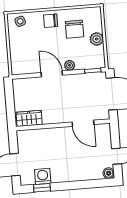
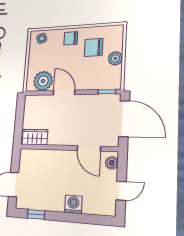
chair: (74, 29) -> (94, 47), turned 90
plant: (70, 65) -> (43, 81), moved, width x1.87, depth x1.87
boiler: (109, 173) -> (112, 163), moved
washing machine: (43, 176) -> (73, 204), moved

